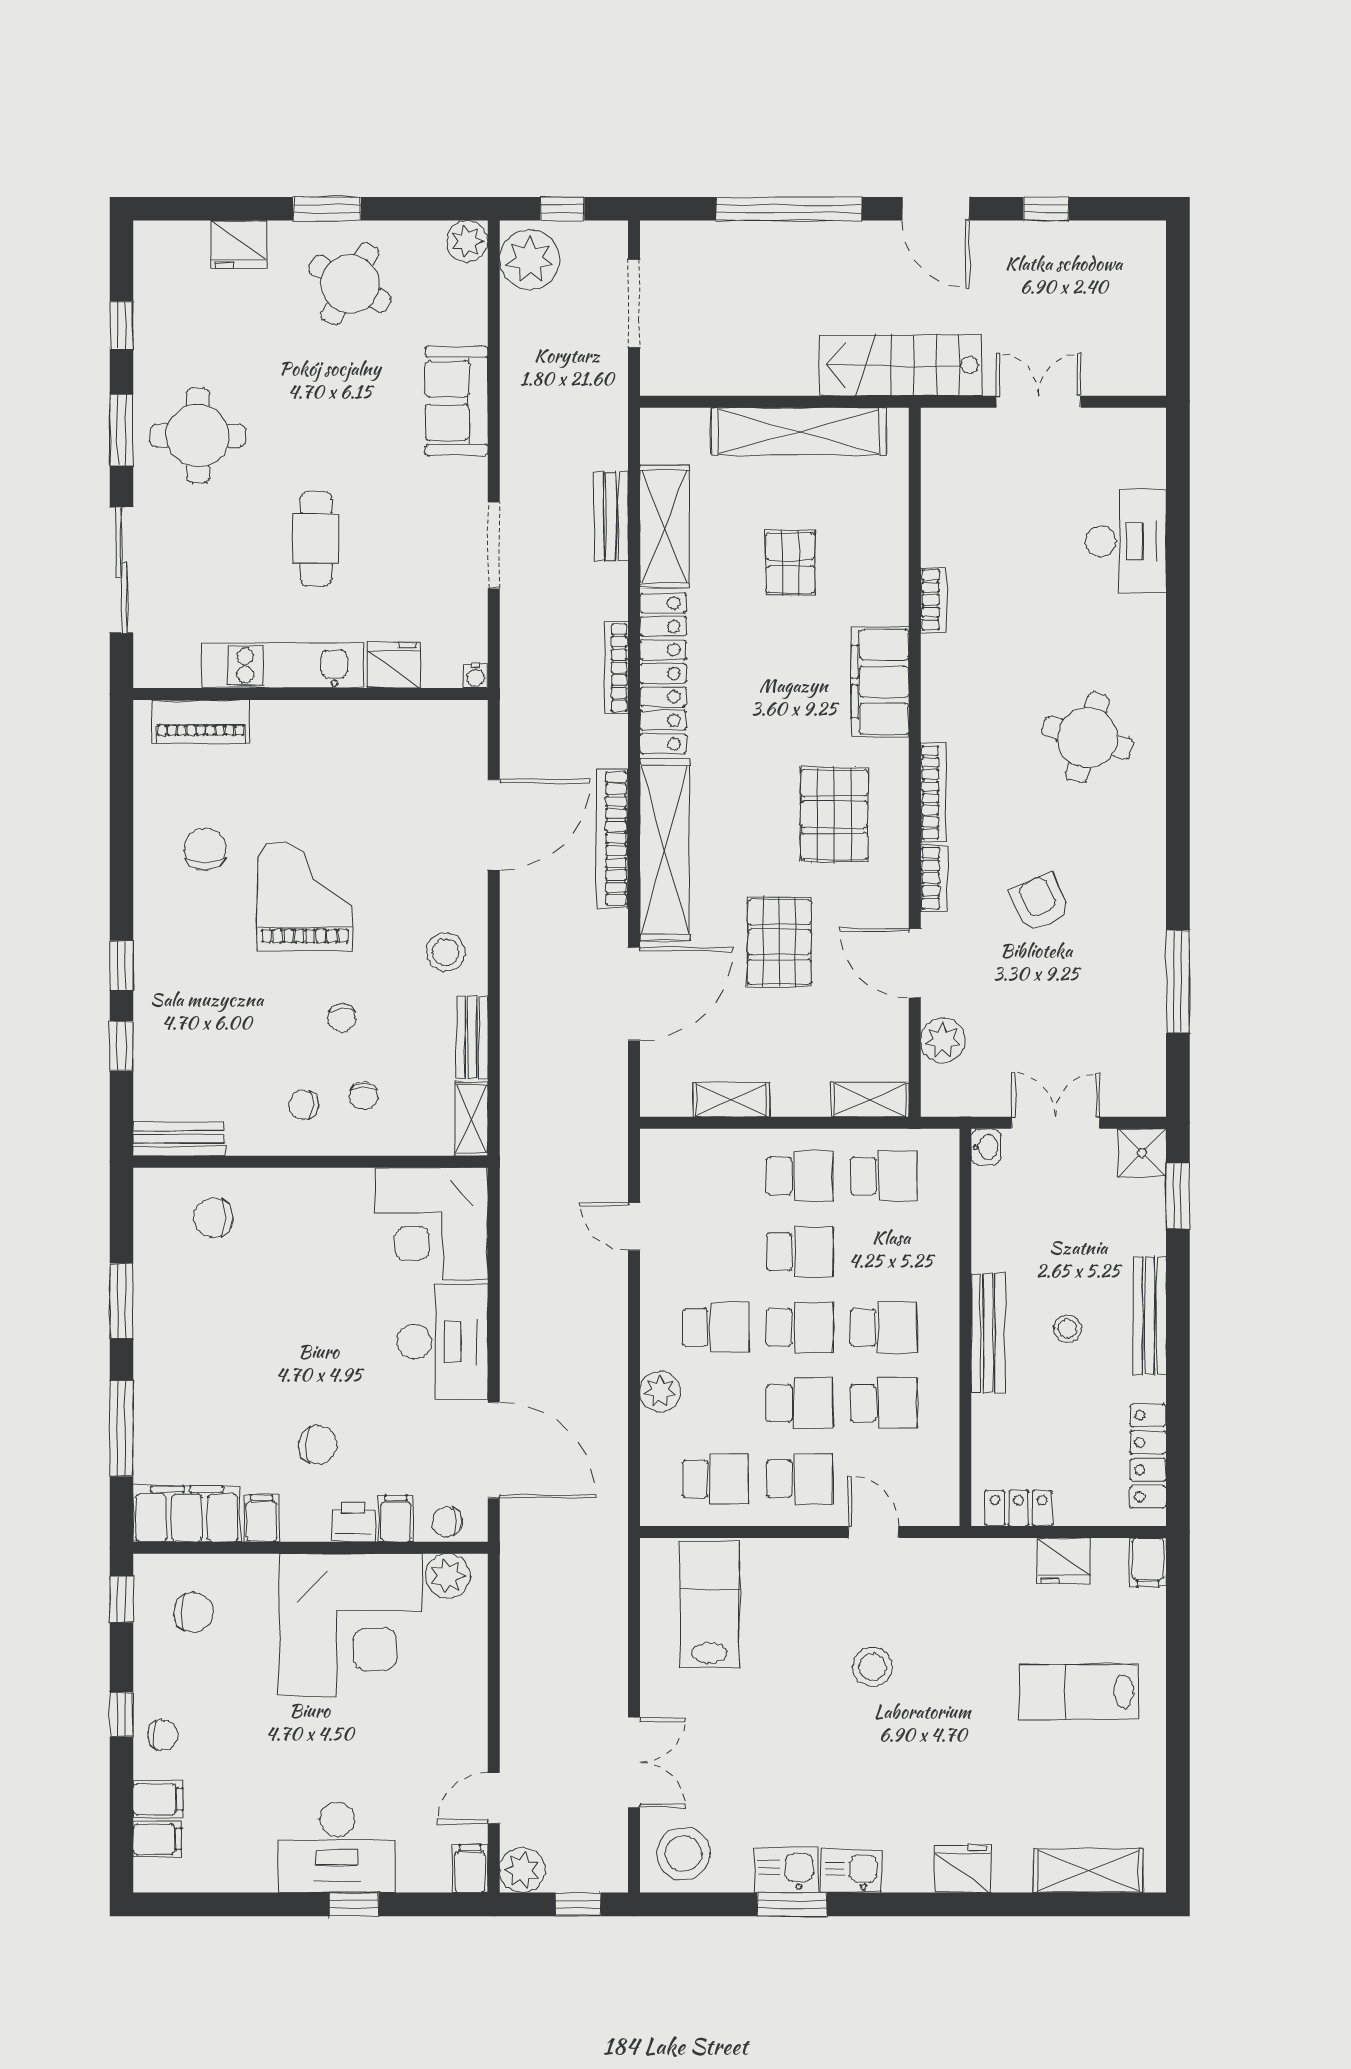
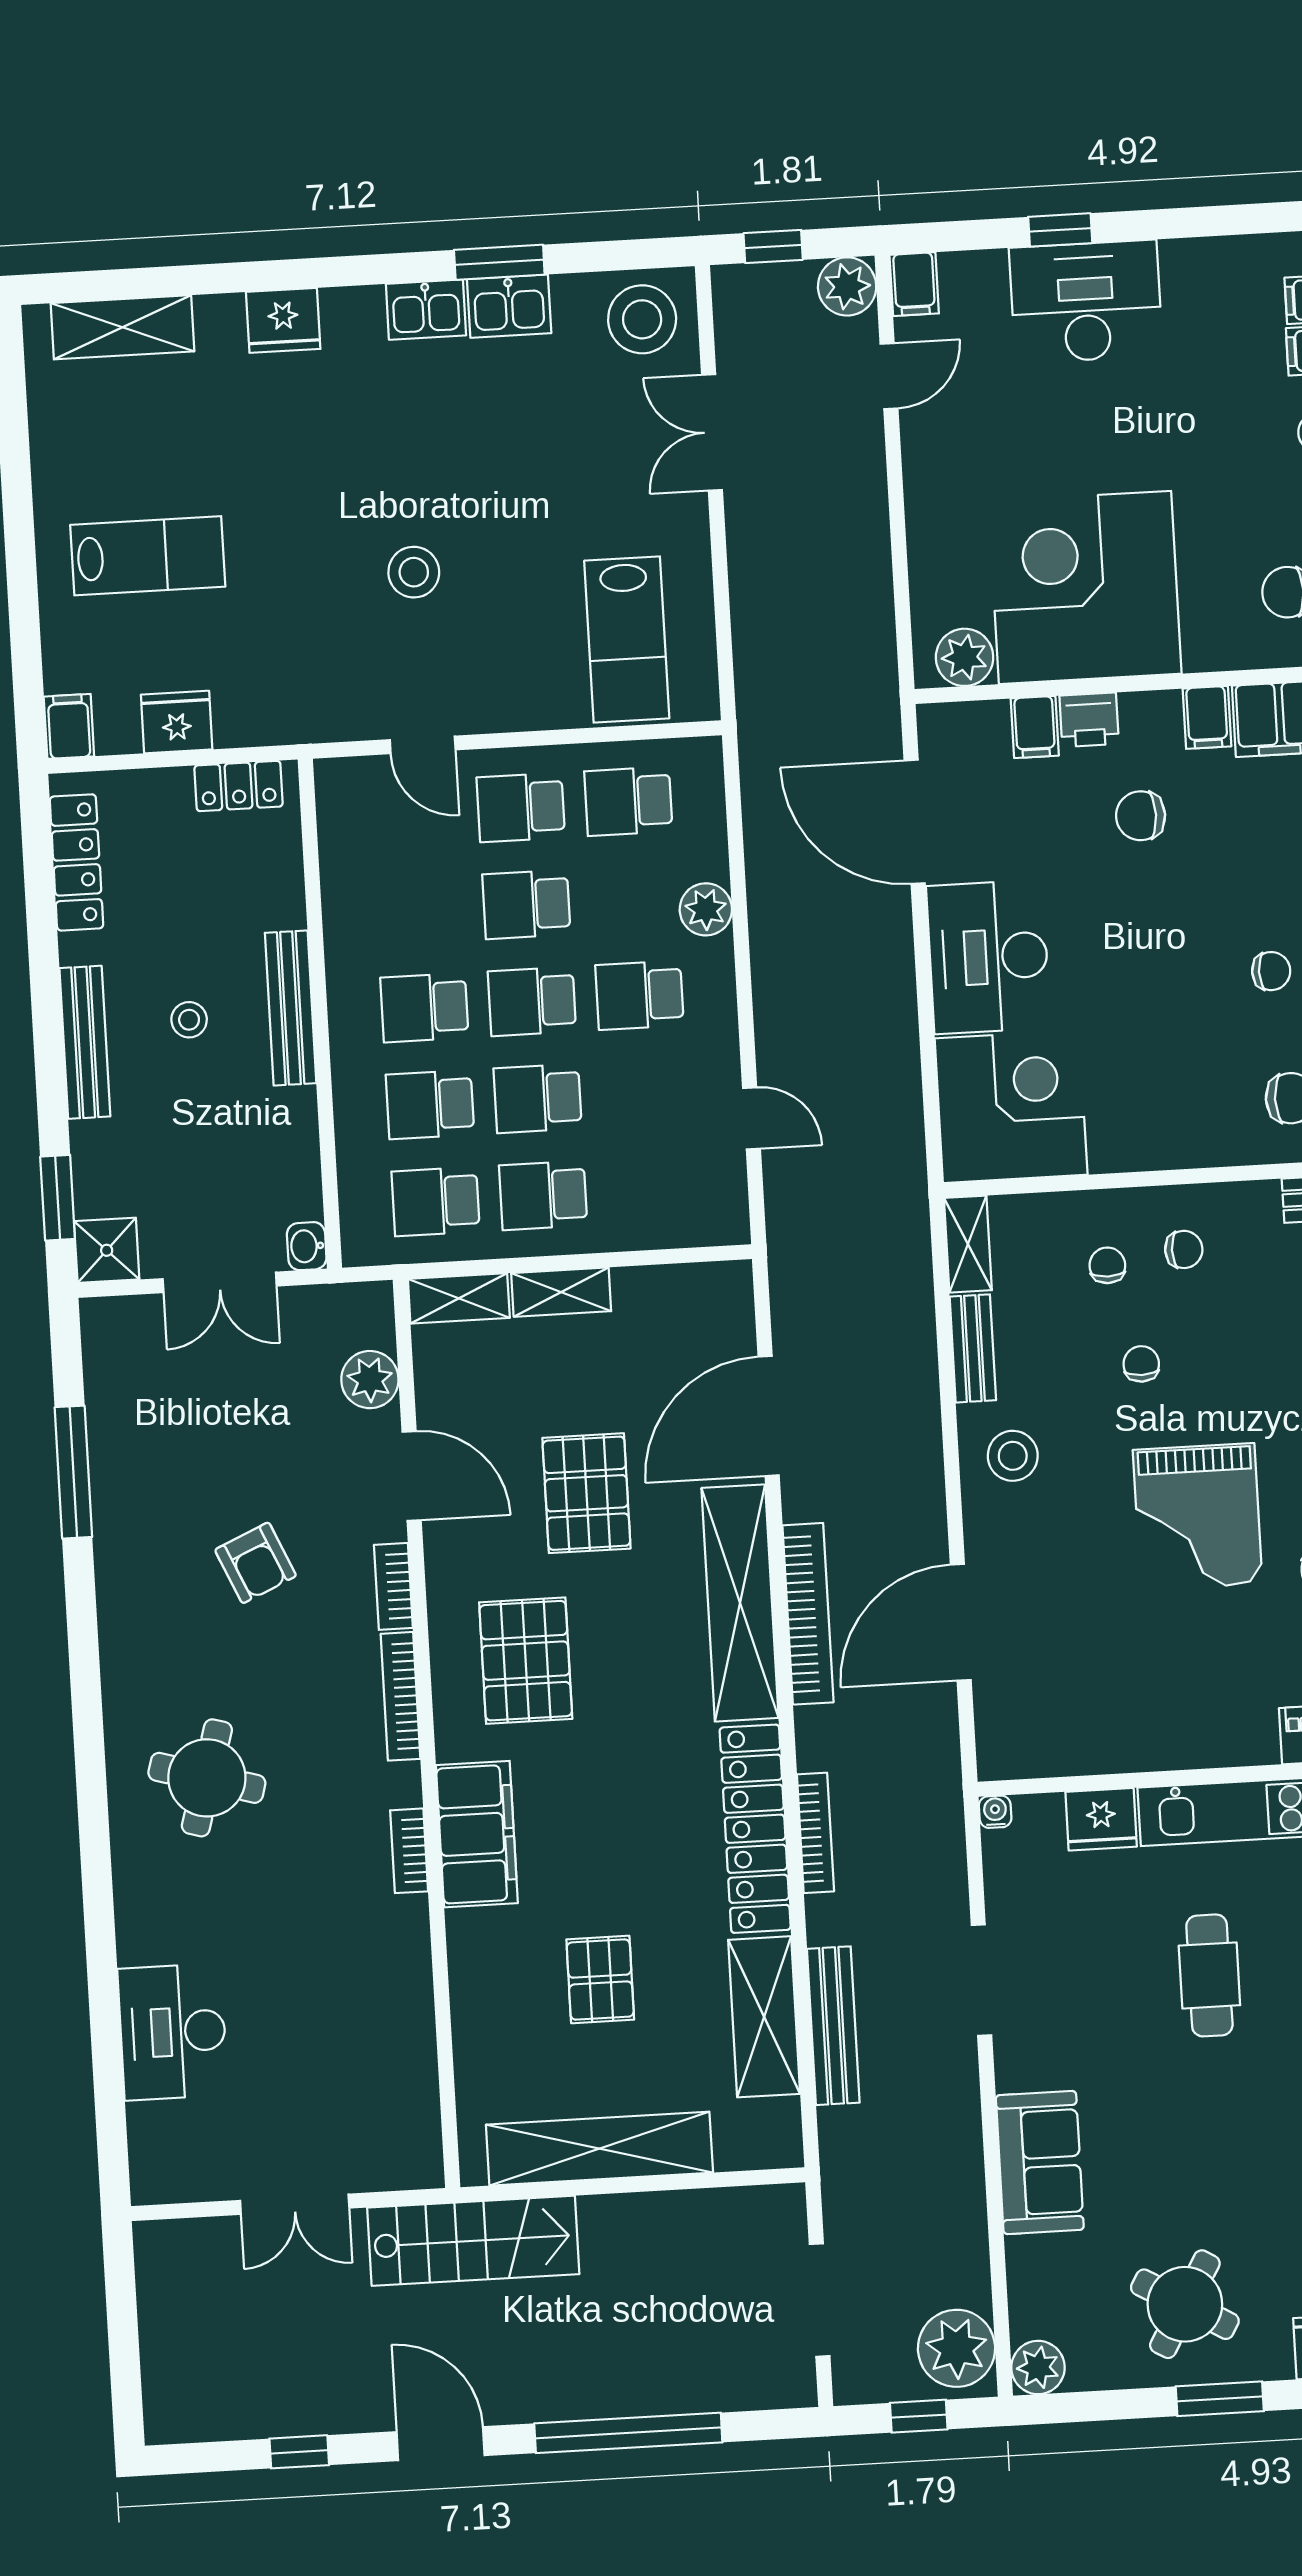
bench: (611, 516) -> (833, 2026), width x1.36
bookcase: (934, 600) -> (409, 1851), moved
shelving: (731, 1100) -> (561, 1292), moved
school desk: (884, 1403) -> (430, 1105), moved
chair: (447, 1522) -> (1271, 971), moved

